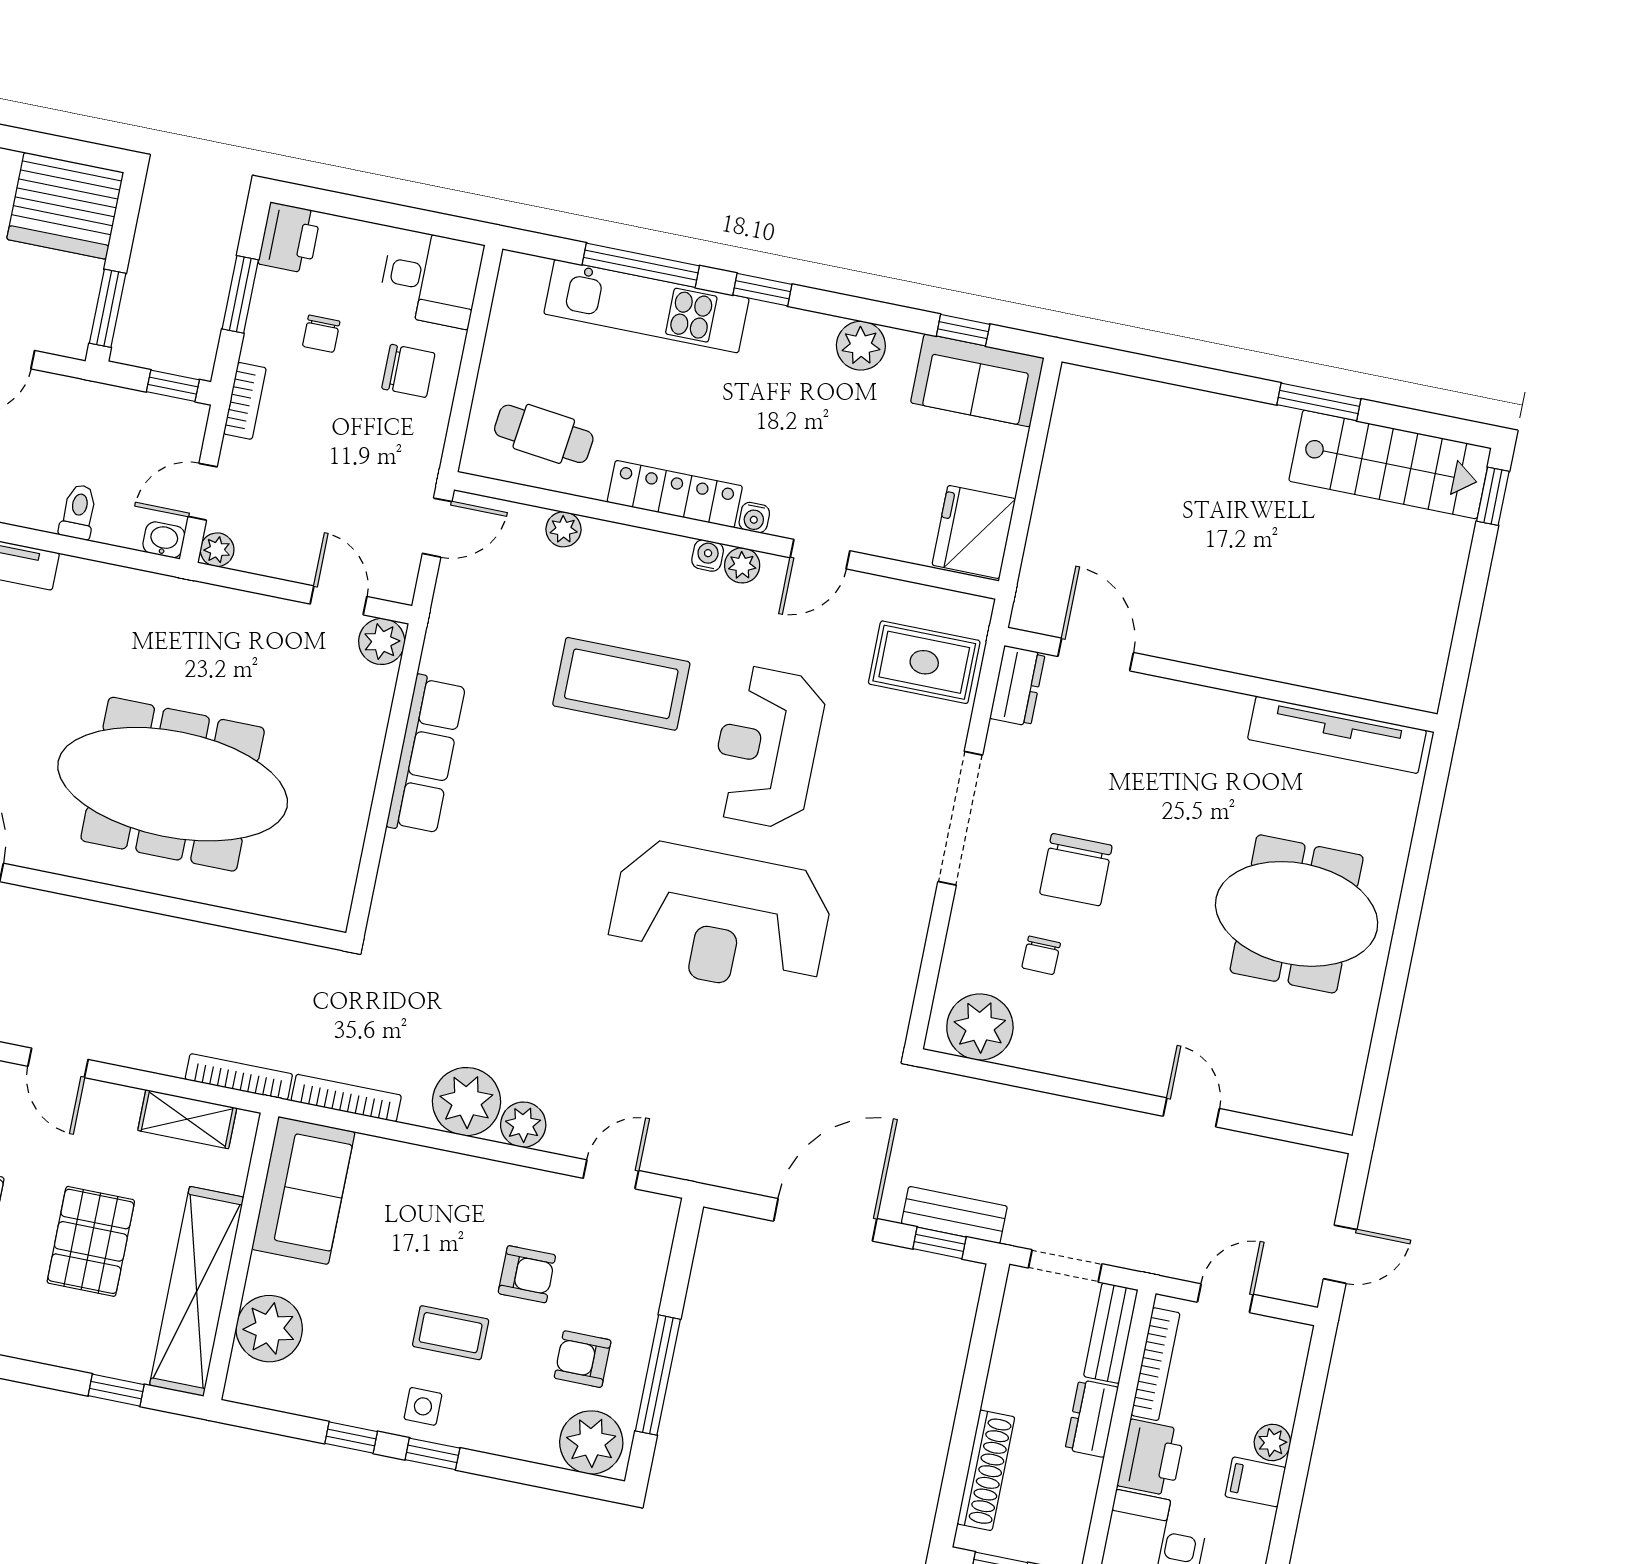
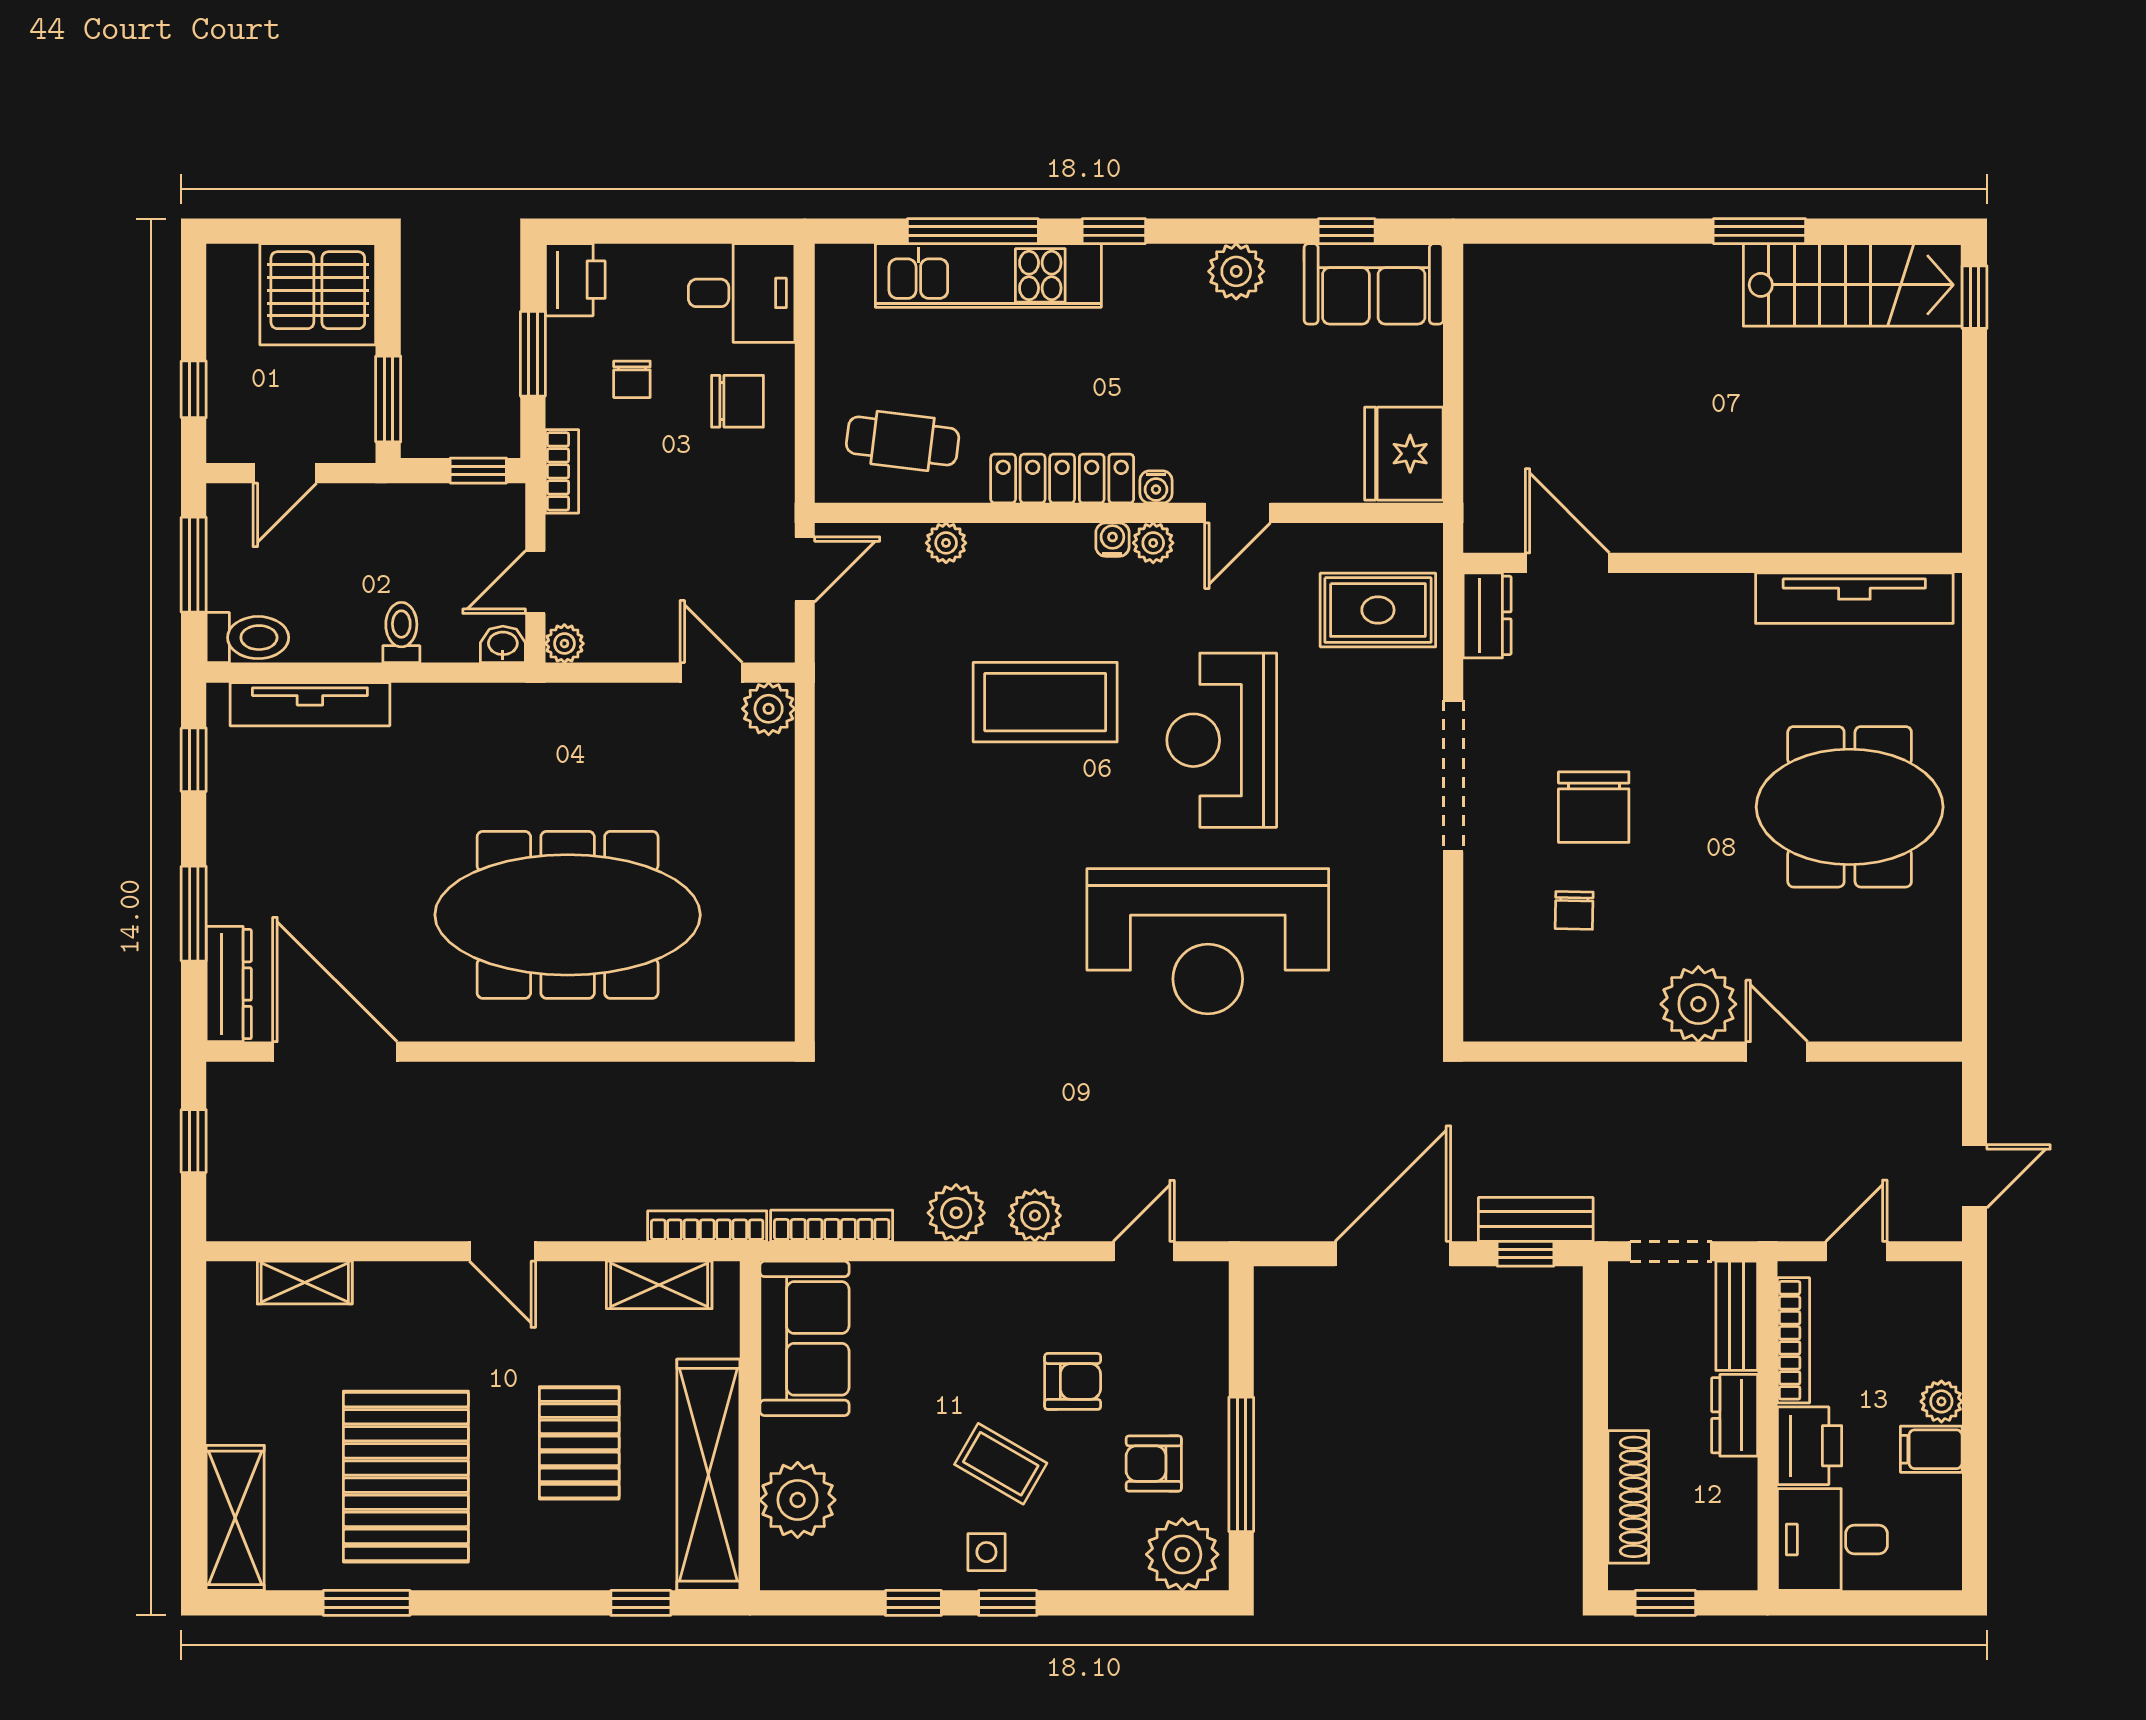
row of seats: (426, 755) -> (843, 825), removed
plant: (980, 1027) -> (1698, 1004), moved
plant: (466, 1102) -> (956, 1213), width x0.73, depth x0.73
coffee table: (451, 1333) -> (1001, 1464), turned 30

